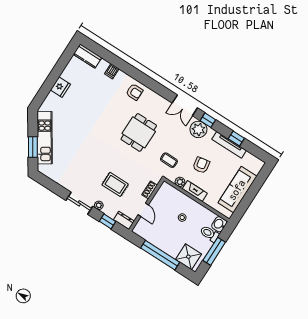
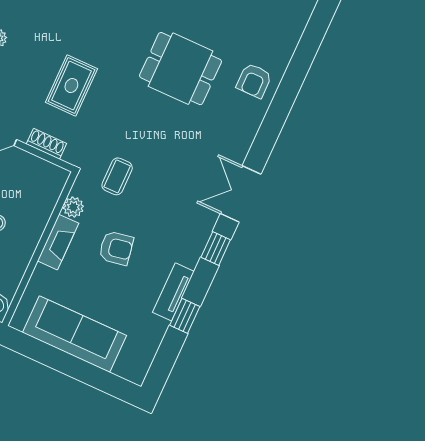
dishwasher: (112, 71) -> (292, 25), removed
plant: (198, 129) -> (193, 231), removed
dining table: (139, 132) -> (181, 69), moved
tv unit: (229, 145) -> (173, 292), width x0.71
rug: (115, 184) -> (71, 86), moved

